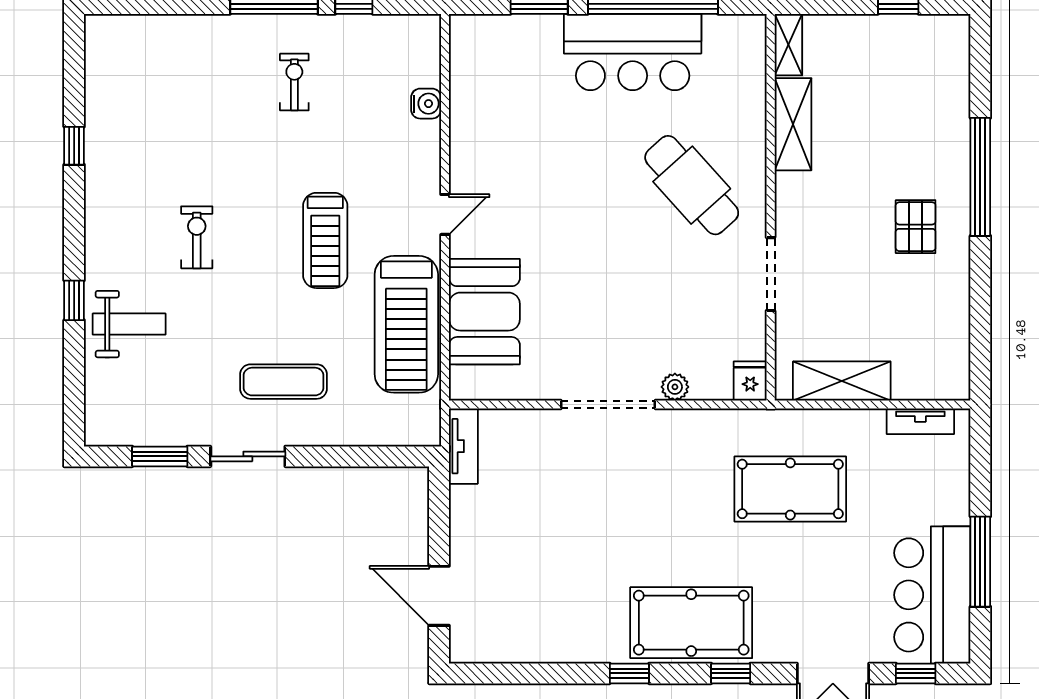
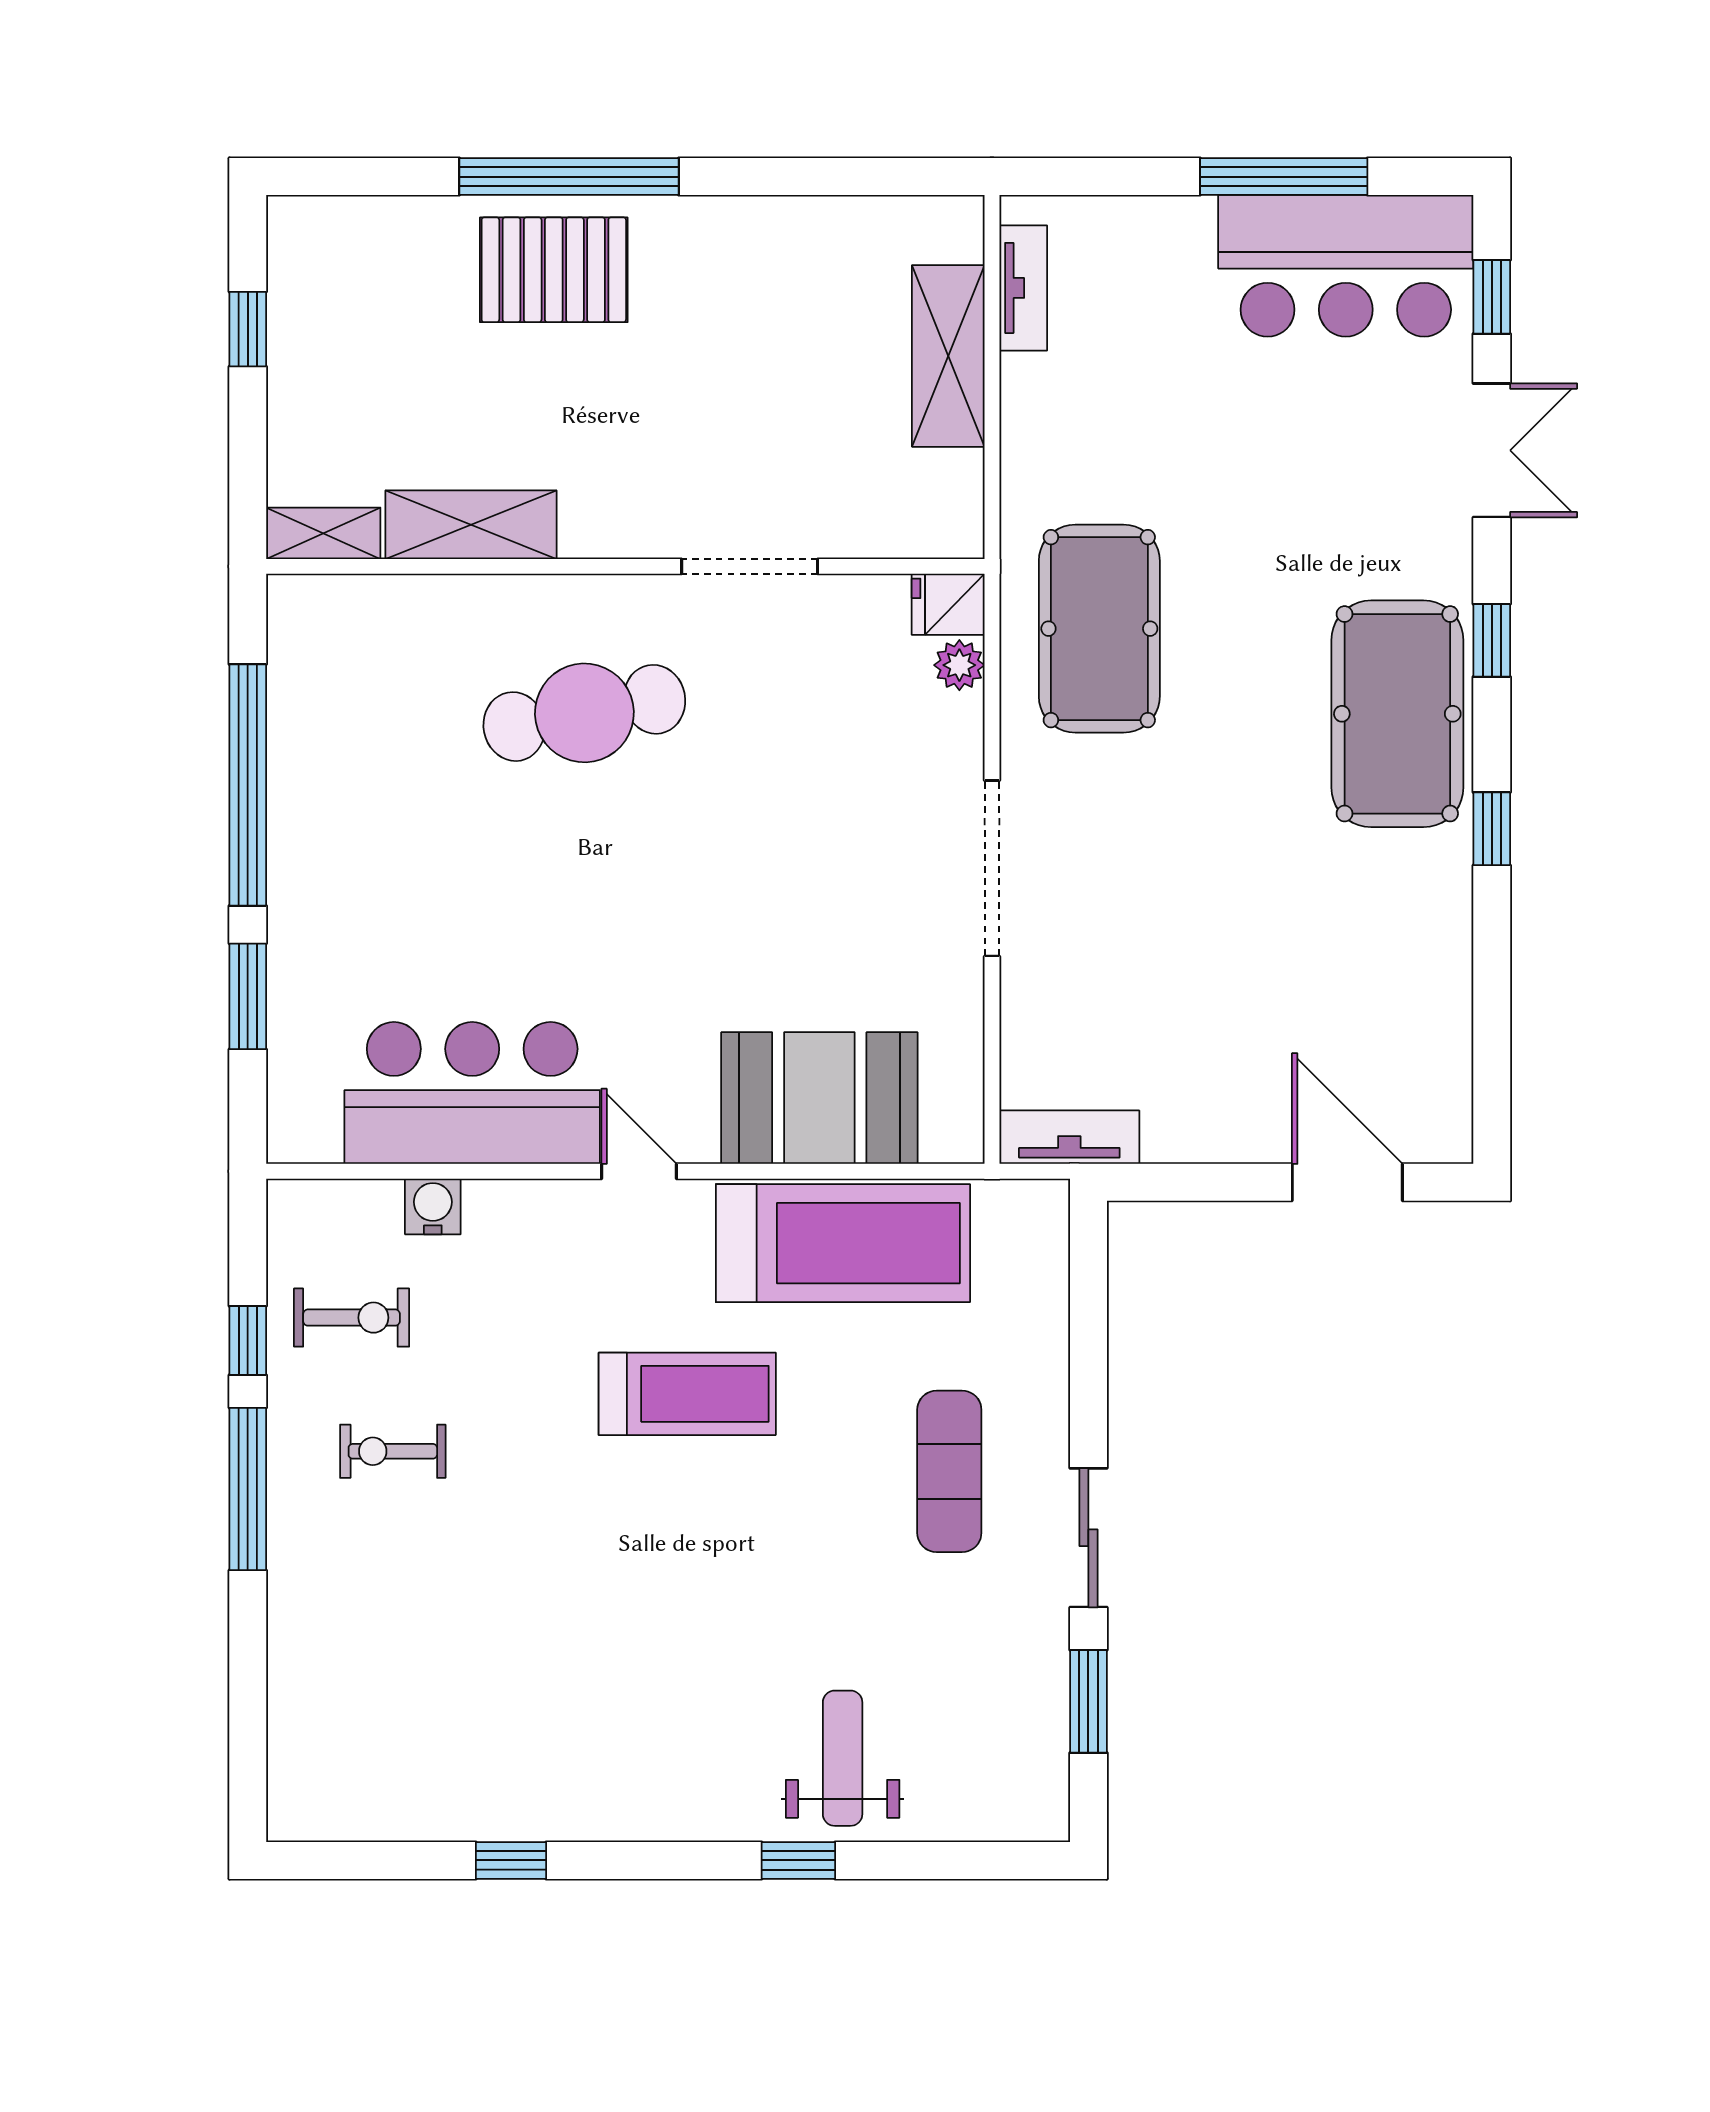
bar counter: (633, 52) -> (472, 1093), moved, turned -90
cafe table: (692, 185) -> (584, 713), turned 31
pallet: (916, 227) -> (554, 270), moved, width x1.50, depth x1.42
exercise bike: (197, 237) -> (352, 1318), moved, turned 180
shelving: (842, 381) -> (948, 356), moved
plant: (675, 387) -> (959, 665), moved
pool table: (790, 489) -> (1099, 629), moved
door: (439, 596) -> (1347, 1182), swing flipped

